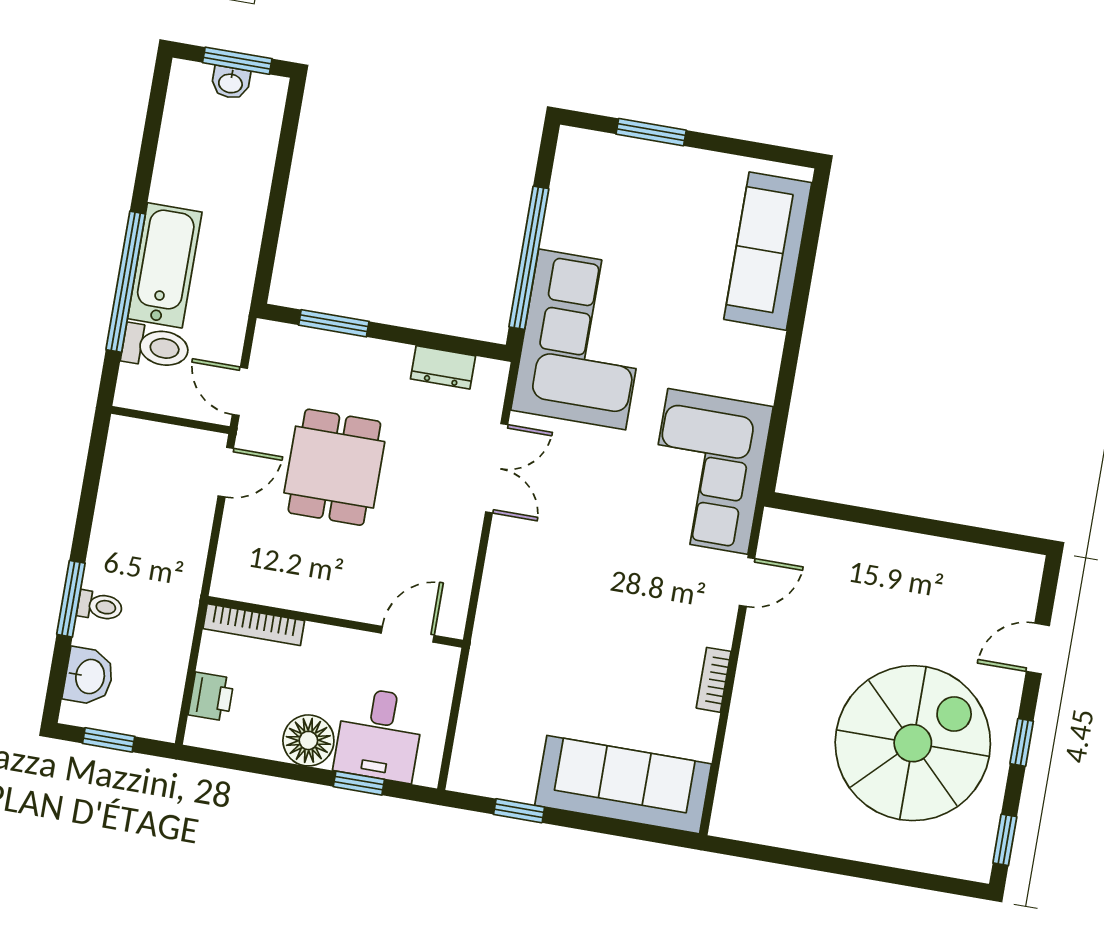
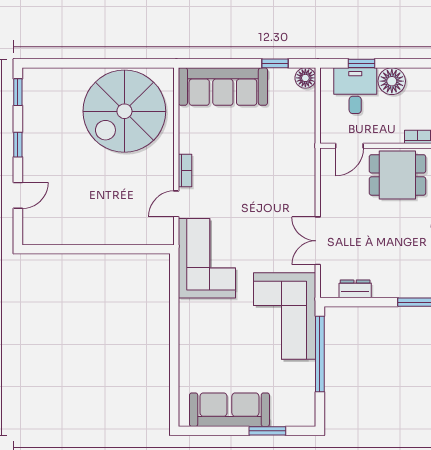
sofa: (768, 251) -> (229, 410), moved, turned -90
dining table: (334, 467) -> (397, 175), moved, turned 90
bookcase: (714, 680) -> (185, 171), moved
spiral stairs: (913, 743) -> (124, 111), moved
floor lamp: (468, 774) -> (305, 78), added

